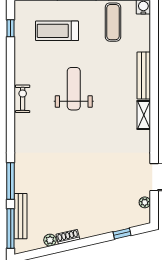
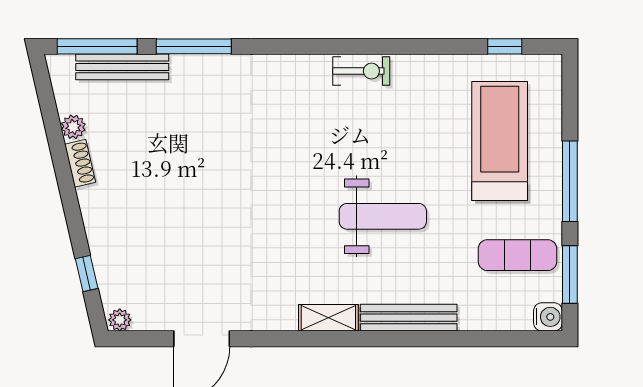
treadmill: (57, 31) -> (500, 141), width x1.37, depth x1.38
weight bench: (74, 89) -> (383, 216), moved
plant: (145, 202) -> (120, 320), moved

